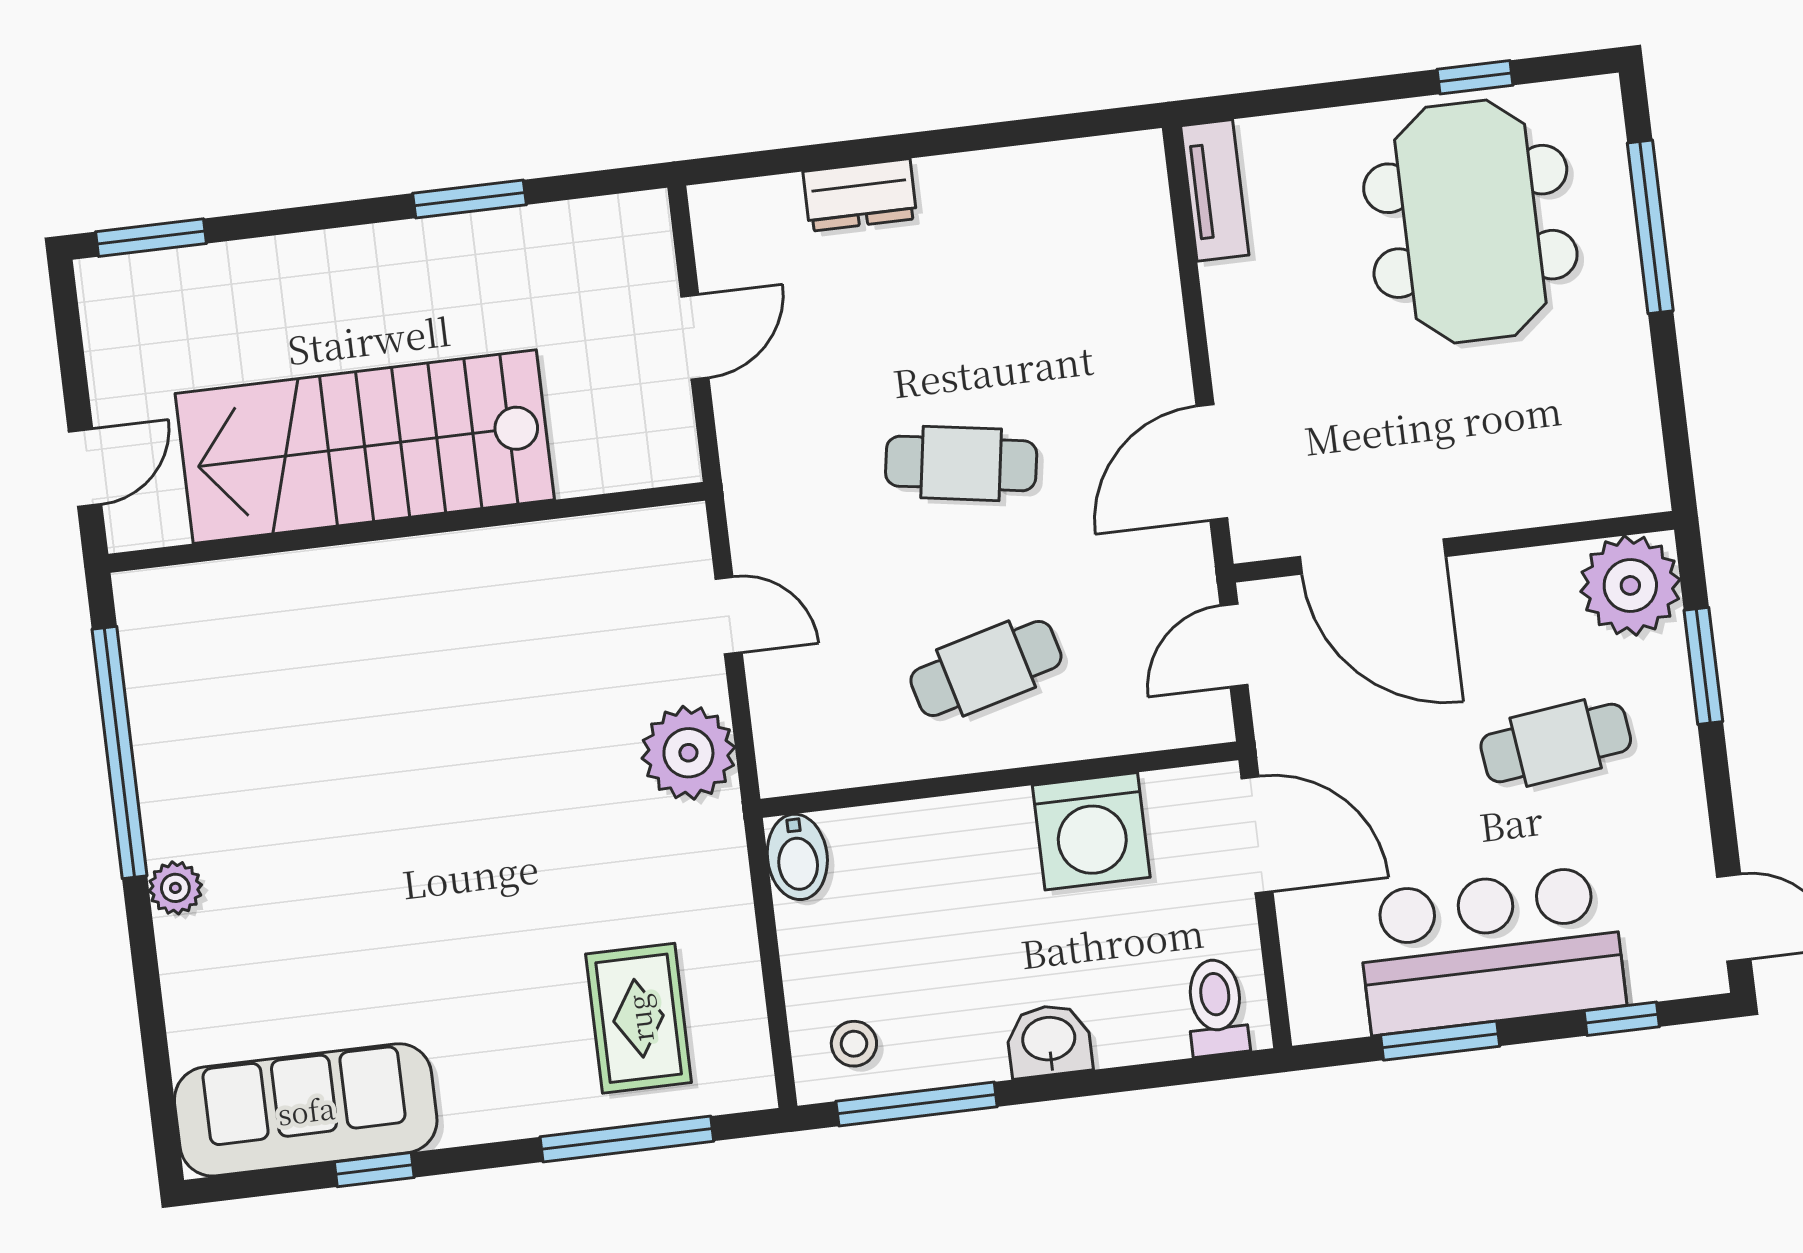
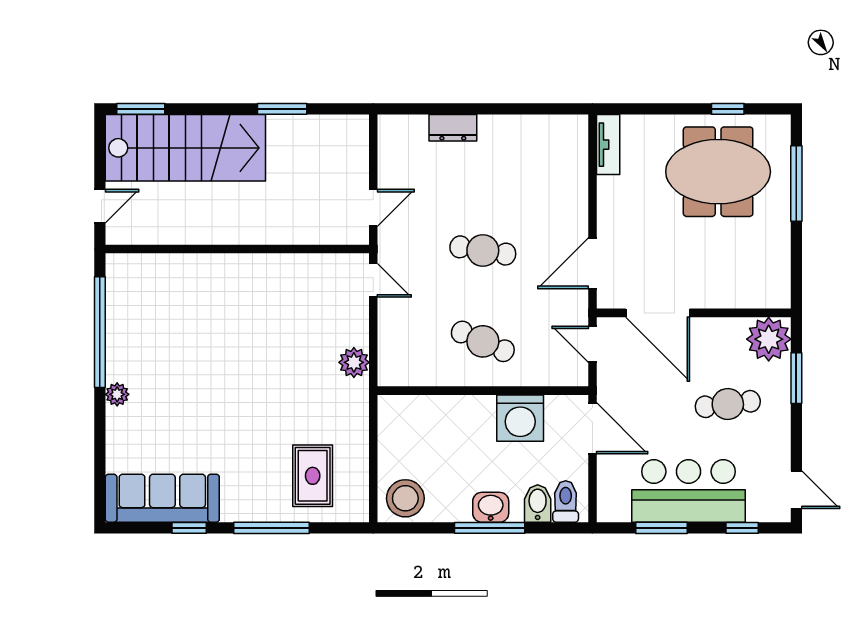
meeting table: (1470, 221) -> (718, 172), turned 90
door: (695, 337) -> (373, 208), moved
stairs: (365, 447) -> (185, 148), moved, turned 180
door: (729, 616) -> (373, 280), moved
door: (1234, 645) -> (592, 344), hinge flipped
cafe table: (986, 669) -> (483, 341), turned 39
plant: (688, 753) -> (354, 362), width x0.73, depth x0.73
bidet: (797, 857) -> (538, 503), moved, turned 180
stool: (854, 1044) -> (405, 498), width x1.89, depth x1.89
window: (917, 1104) -> (490, 528), moved
window: (627, 1139) -> (271, 528), moved

